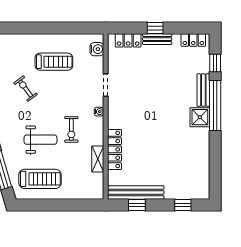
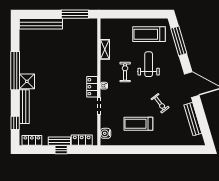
bench: (203, 90) -> (24, 107), width x1.36
window: (215, 106) -> (15, 71), moved
weight bench: (40, 140) -> (149, 64), turned 90
locker: (115, 149) -> (92, 87), moved, width x0.66
bench: (136, 193) -> (41, 24), moved
window: (137, 205) -> (75, 14), width x2.17
window: (183, 205) -> (40, 14), removed

